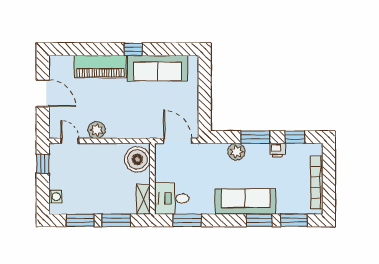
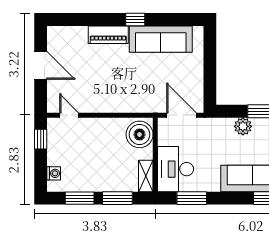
piano: (100, 67) -> (108, 35), width x0.73, depth x0.75
plant: (97, 130) -> (97, 104), removed
desk: (172, 198) -> (176, 169), width x1.37

